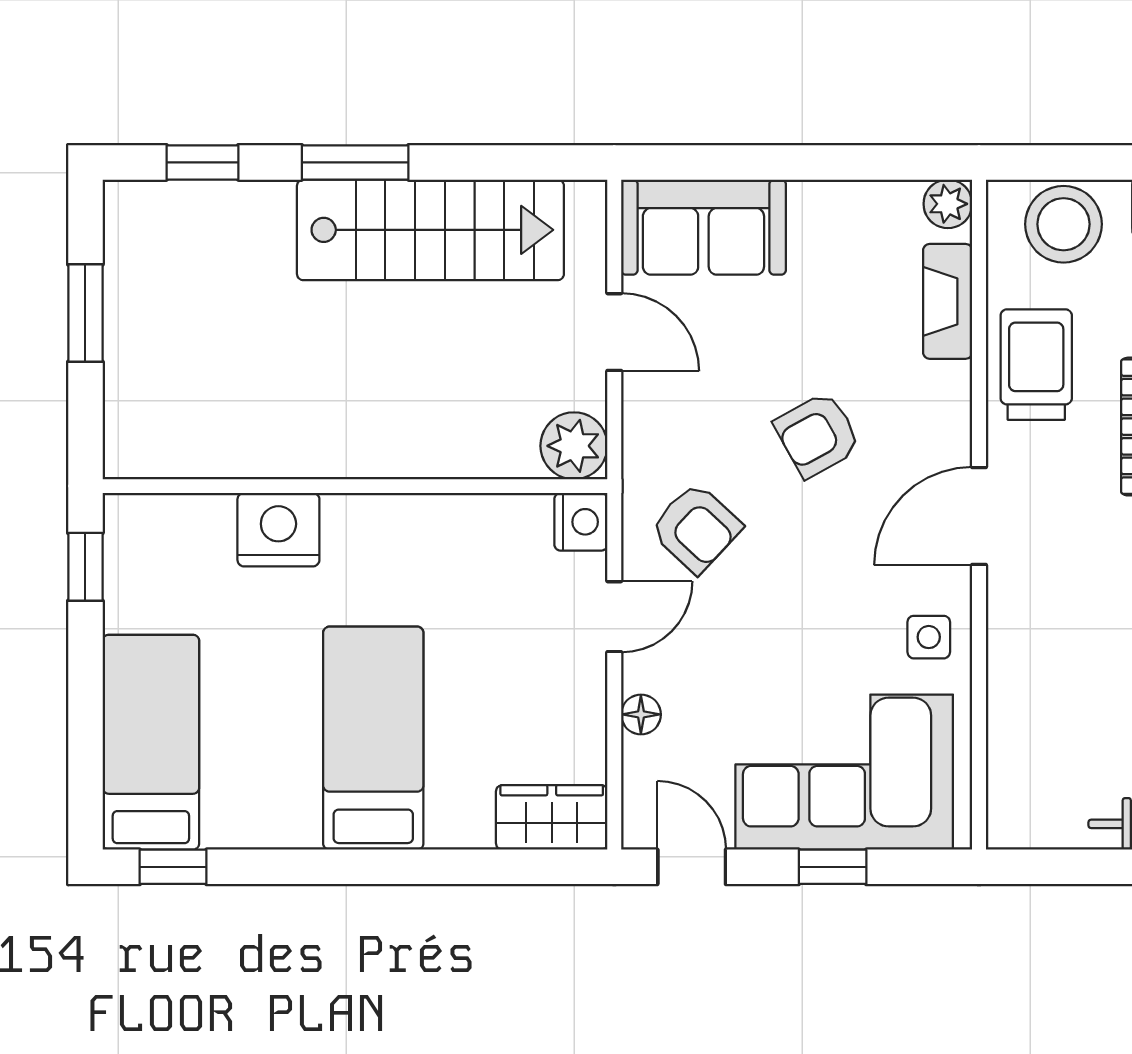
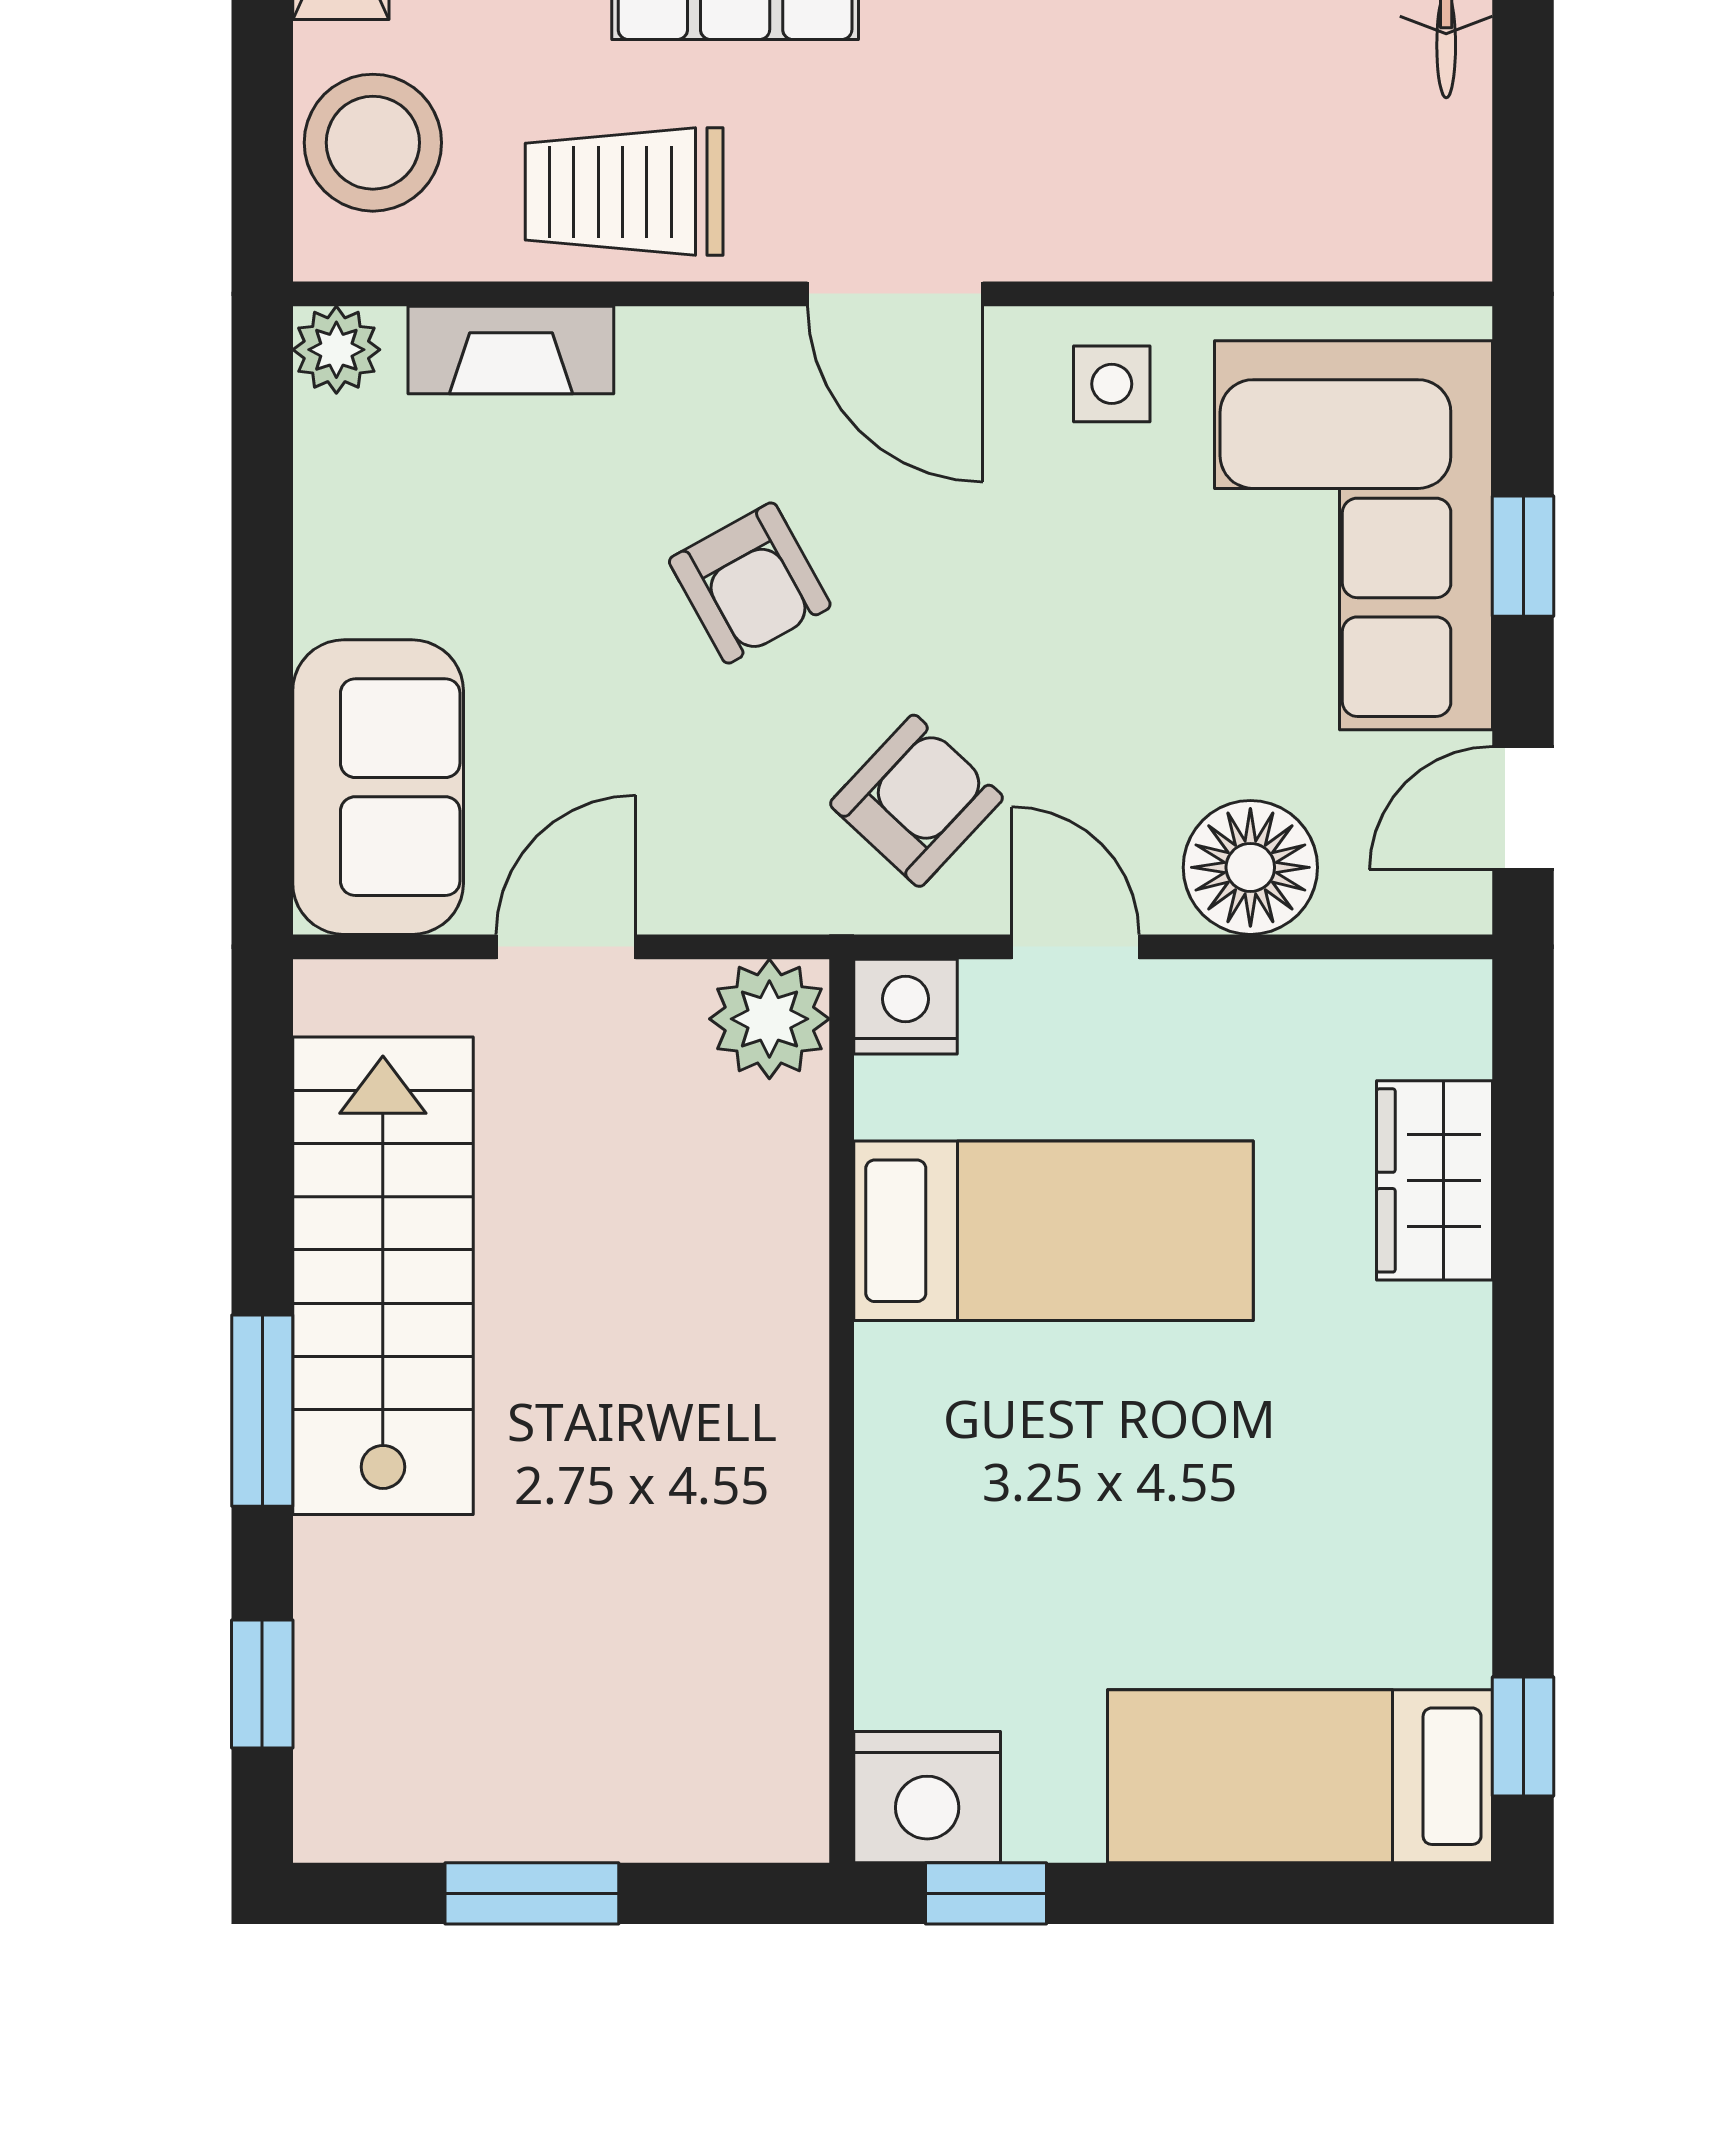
nightstand: (278, 530) -> (927, 1797), moved, turned -90
floor lamp: (641, 714) -> (1250, 867), width x1.89, depth x1.89
bed: (373, 738) -> (1053, 1231), moved, turned 180
wardrobe: (552, 817) -> (1435, 1180), moved

